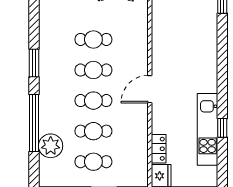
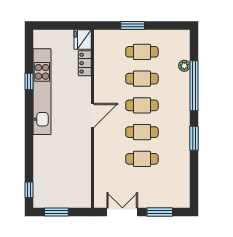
kitchen unit: (208, 129) -> (42, 92), width x1.36
plant: (51, 146) -> (184, 66), width x0.53, depth x0.53

